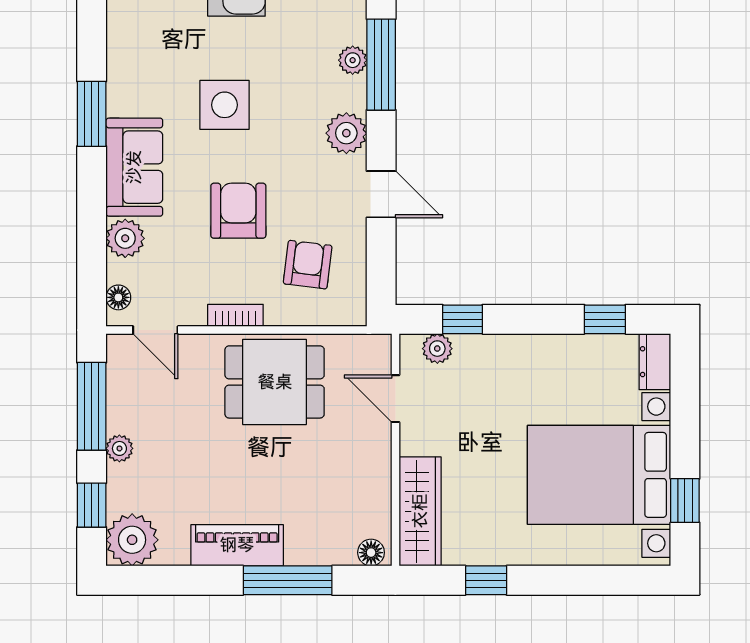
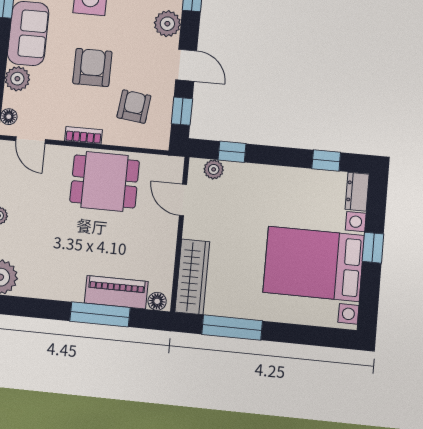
window: (381, 265) -> (182, 111), added
window: (685, 501) -> (373, 248), moved
piano: (237, 545) -> (116, 292), moved
window: (486, 580) -> (232, 328), width x2.17

